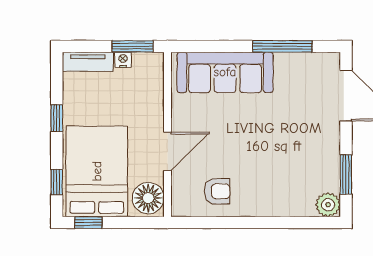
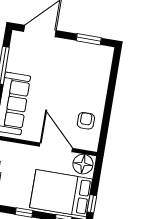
door: (167, 151) -> (56, 147), width x1.36
plant: (328, 205) -> (106, 53), removed

